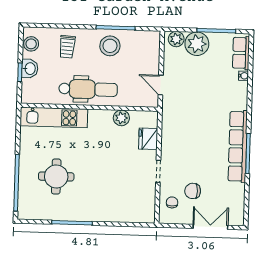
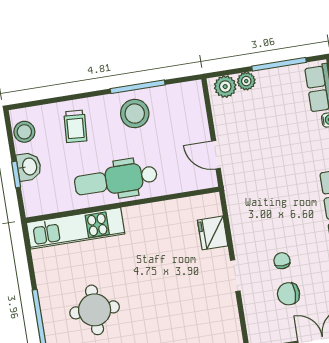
plant: (197, 44) -> (246, 81), width x0.53, depth x0.53
dental chair: (88, 89) -> (116, 180), turned 180
plant: (121, 118) -> (170, 211), removed
chair: (172, 202) -> (282, 261), moved

